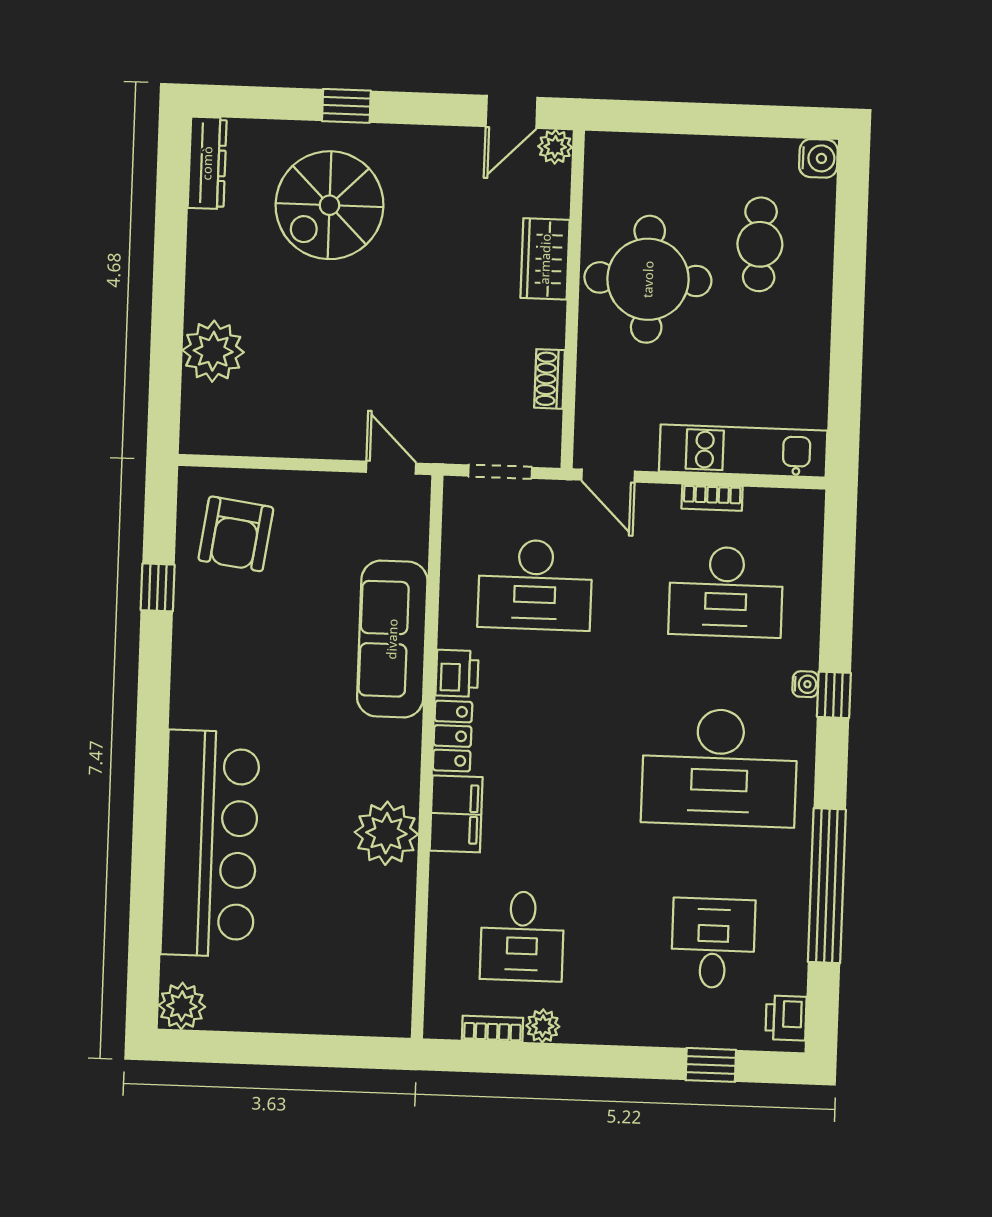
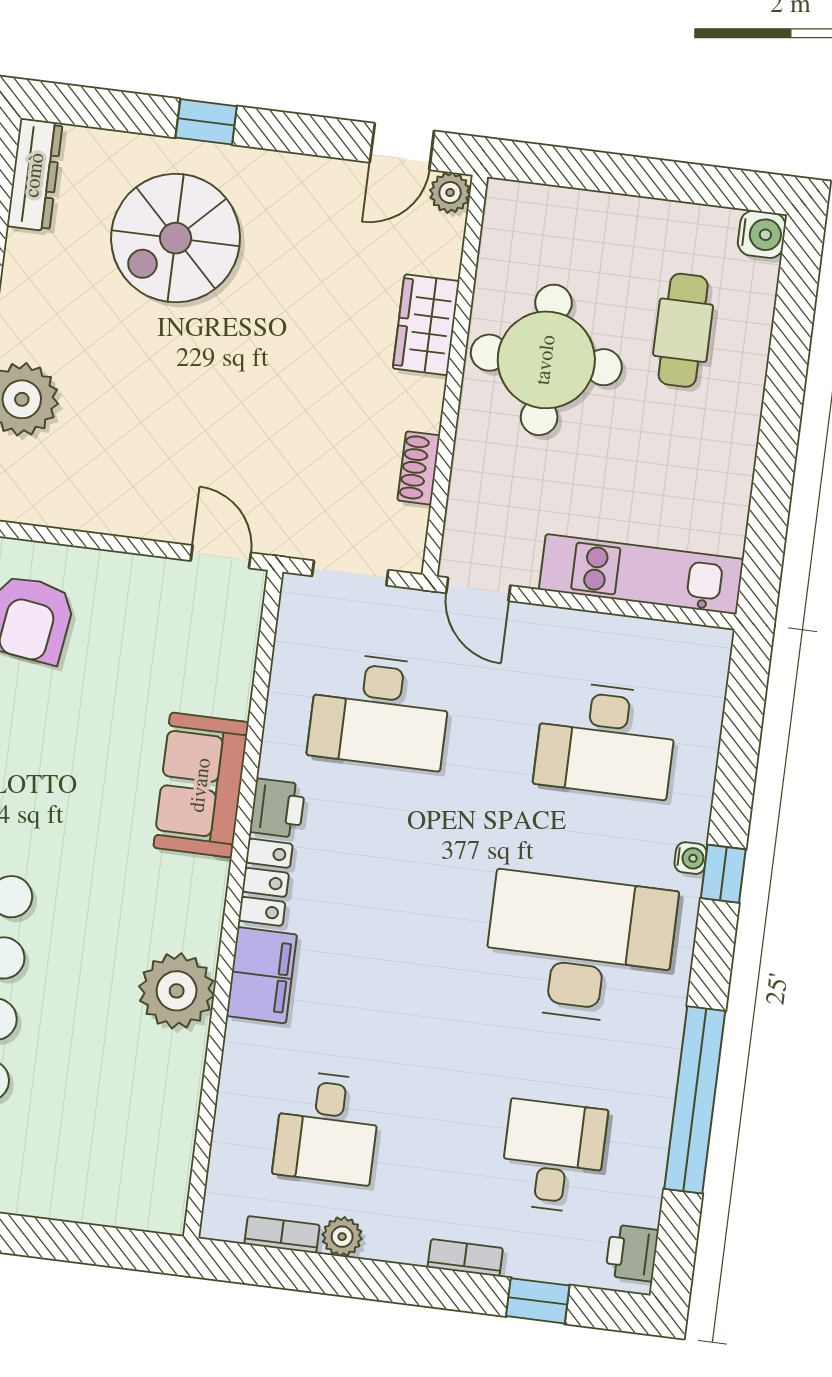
bookcase: (712, 498) -> (465, 1258), moved, turned 180
sofa: (392, 639) -> (201, 785), width x0.73
desk: (720, 767) -> (580, 948), turned 180

